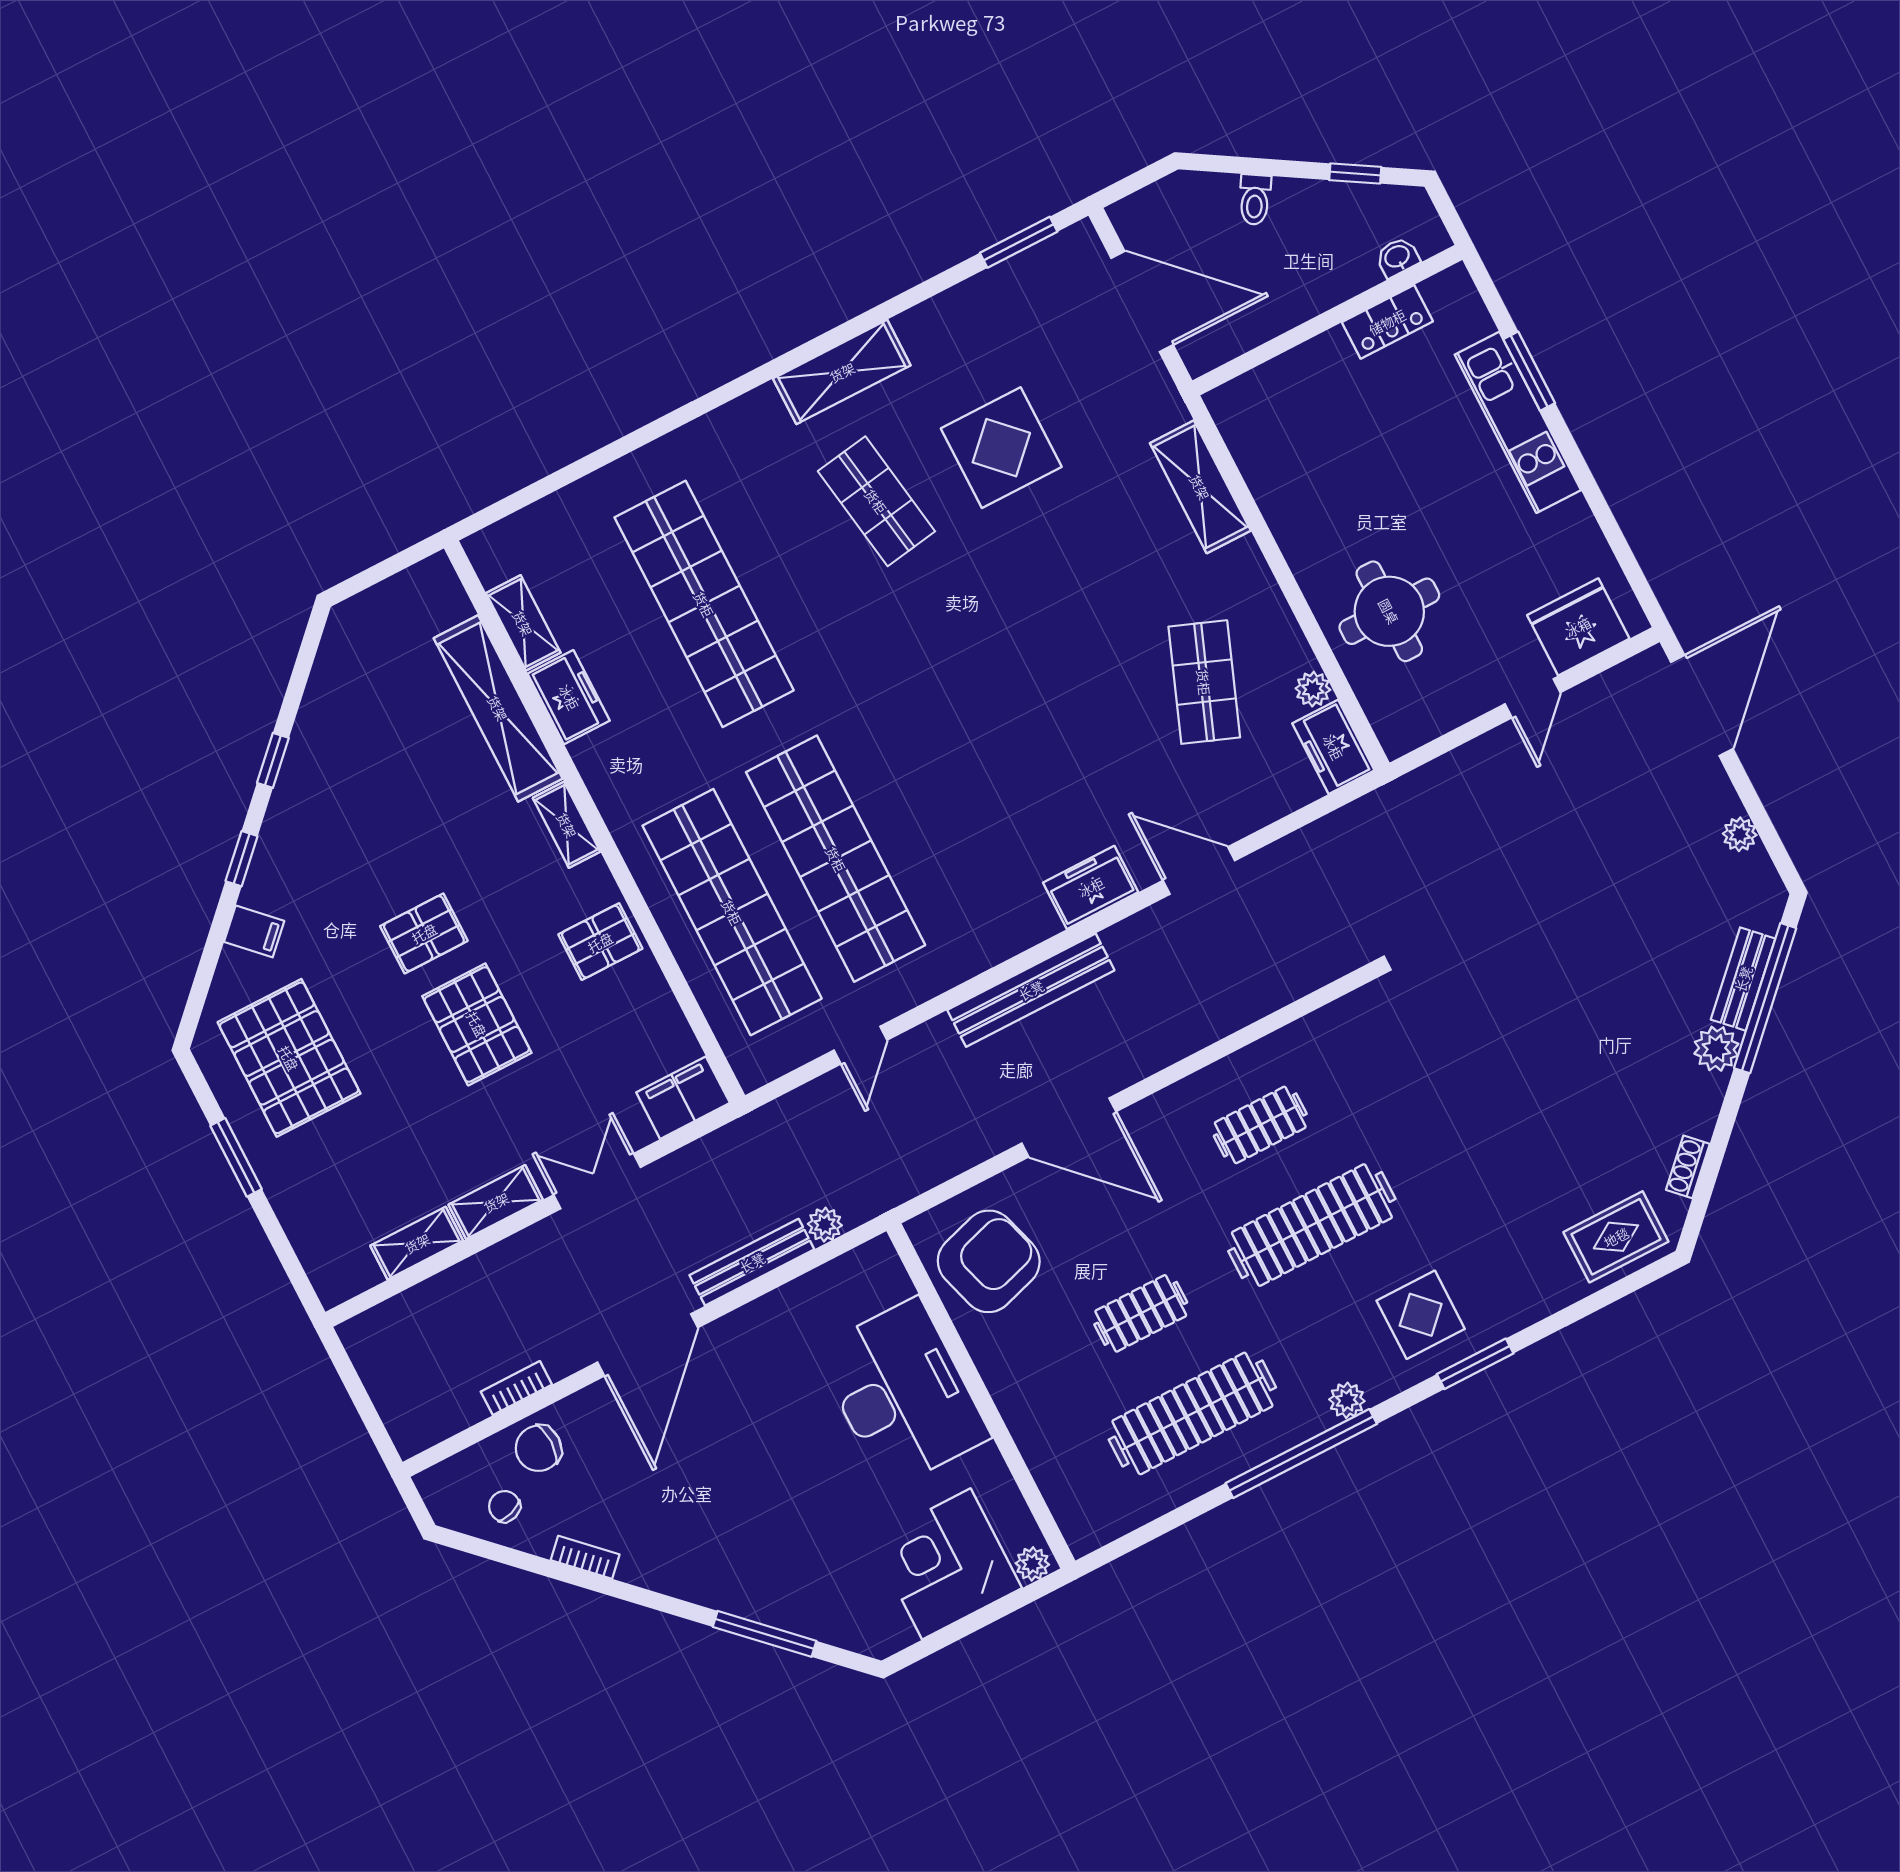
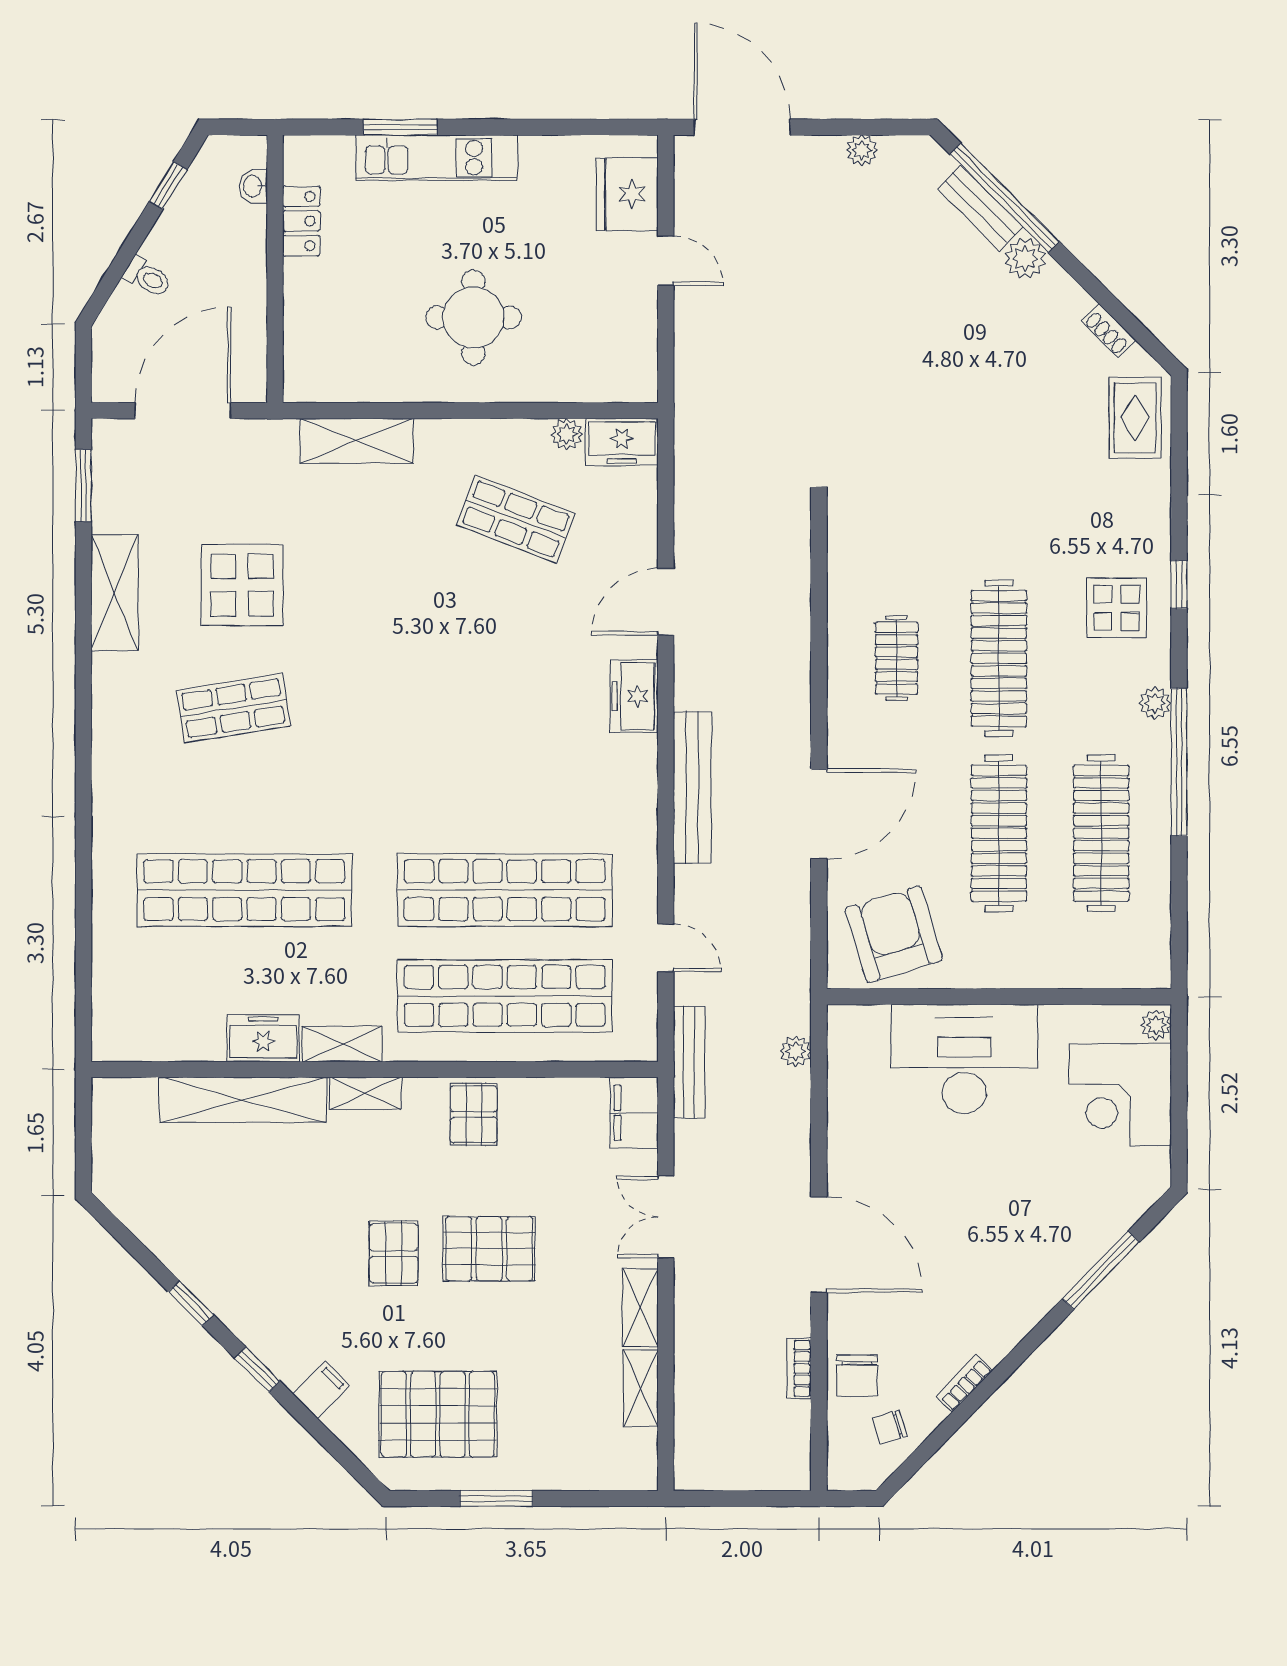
shelving: (842, 372) -> (114, 592), moved
round table: (1389, 611) -> (473, 317), moved
shelving: (523, 623) -> (342, 1044), moved
bench: (752, 1262) -> (689, 1062), moved
clothes rail: (1141, 1313) -> (999, 833), width x1.86, depth x1.31
window: (1475, 1364) -> (1179, 584), width x0.67

